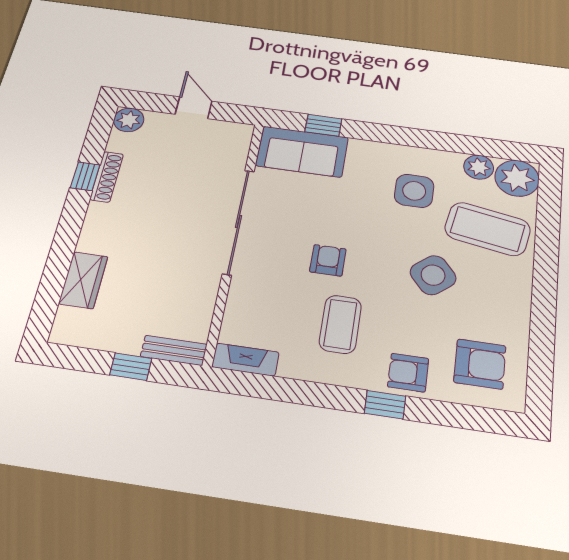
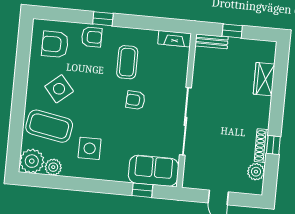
plant: (129, 120) -> (256, 172), moved
armchair: (328, 260) -> (135, 100), turned 93
side table: (433, 275) -> (59, 89), moved

